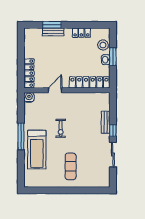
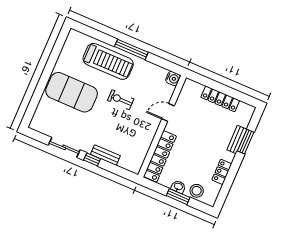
locker: (29, 73) -> (220, 99), moved
door: (55, 90) -> (168, 112), swing flipped
treadmill: (37, 150) -> (108, 61), turned 180
exercise mat: (71, 166) -> (72, 92), width x2.00, depth x1.45

